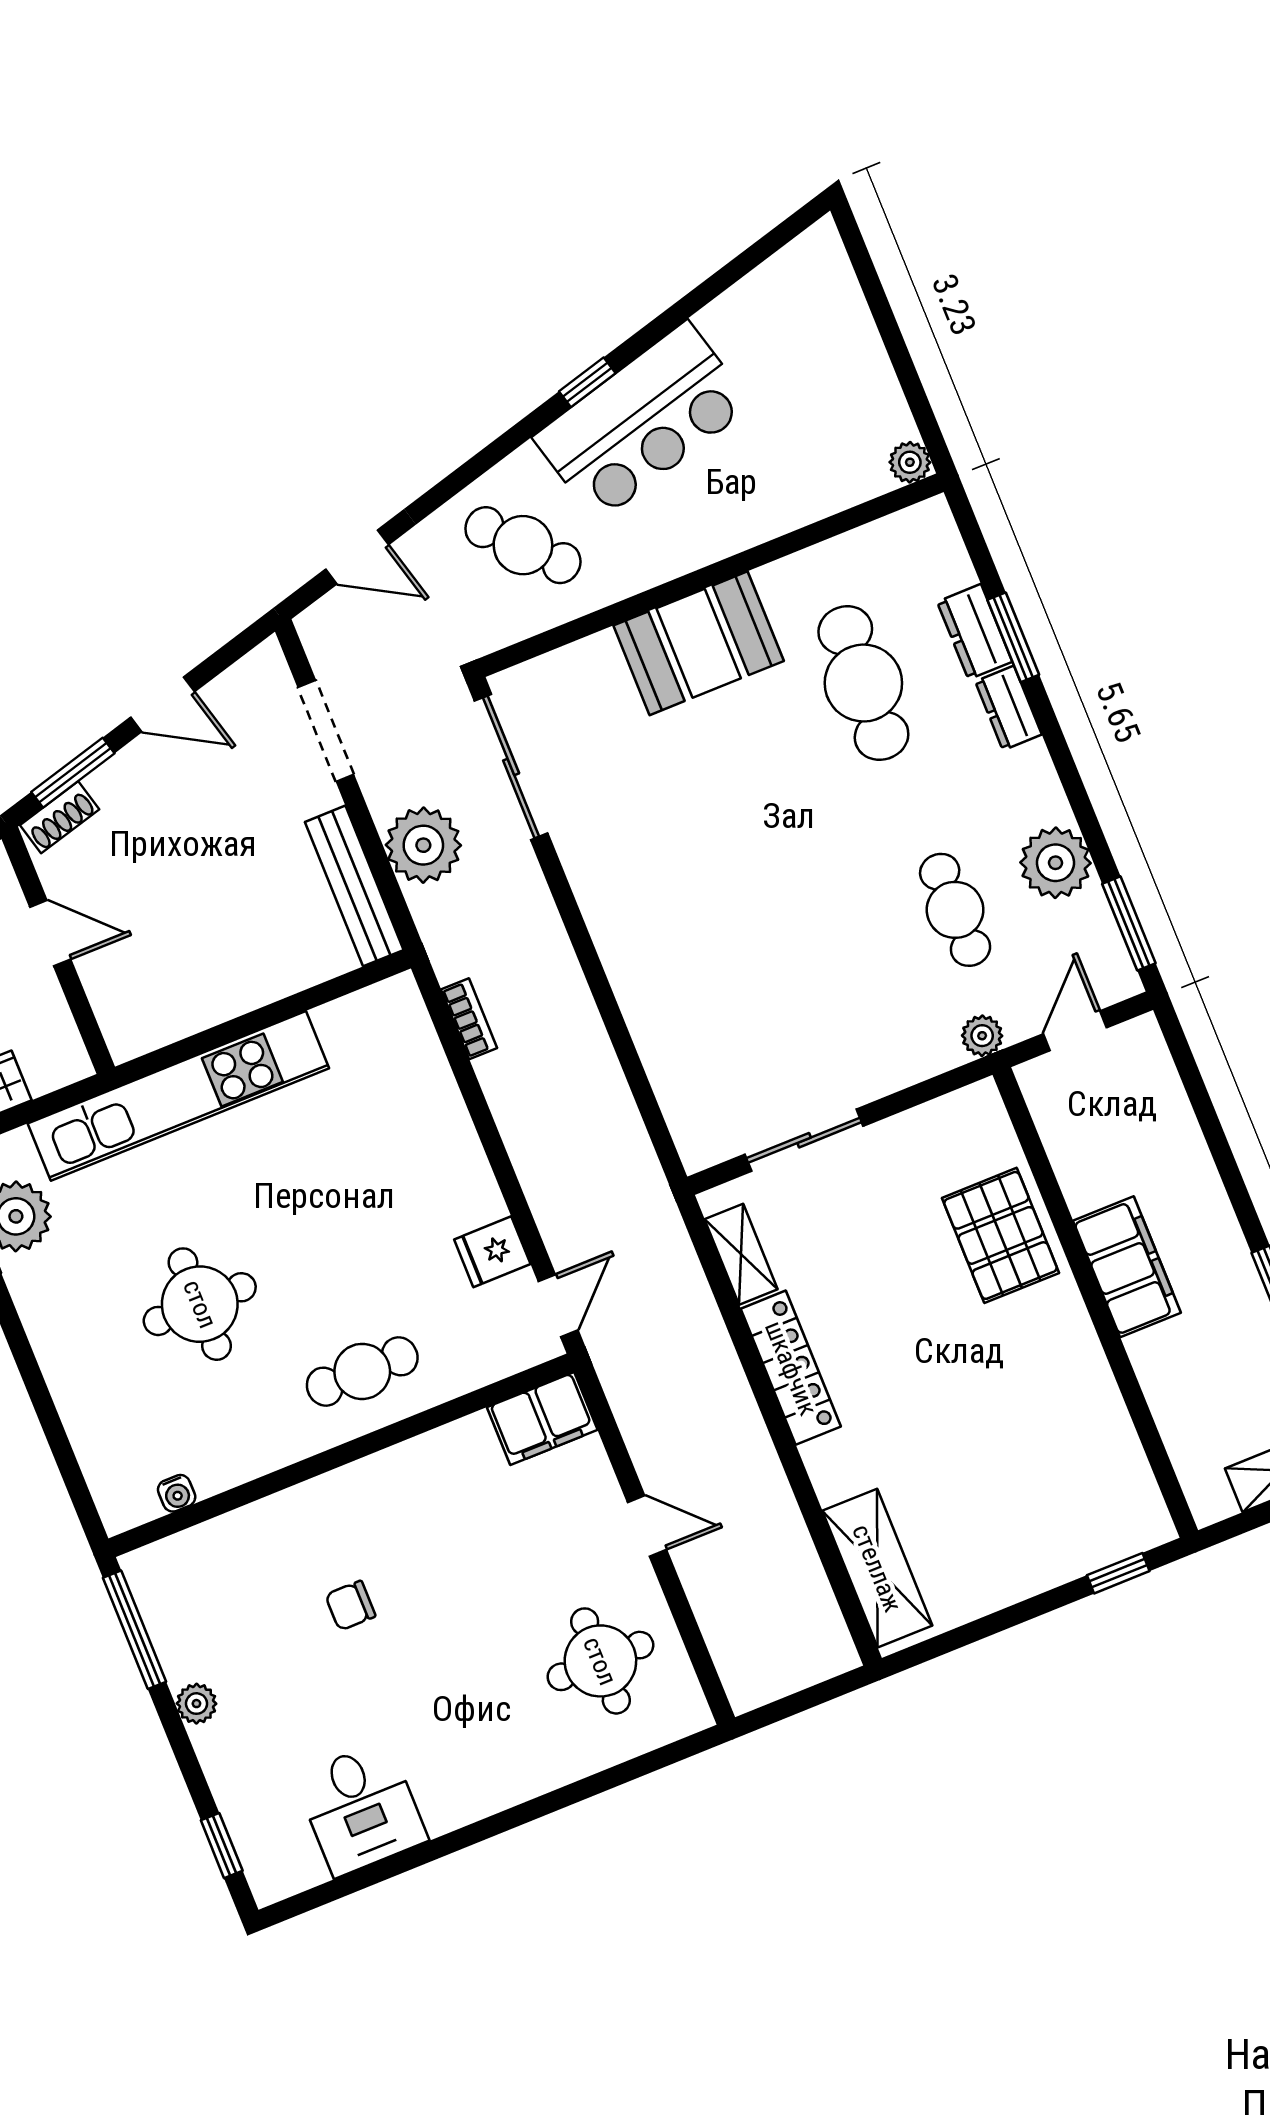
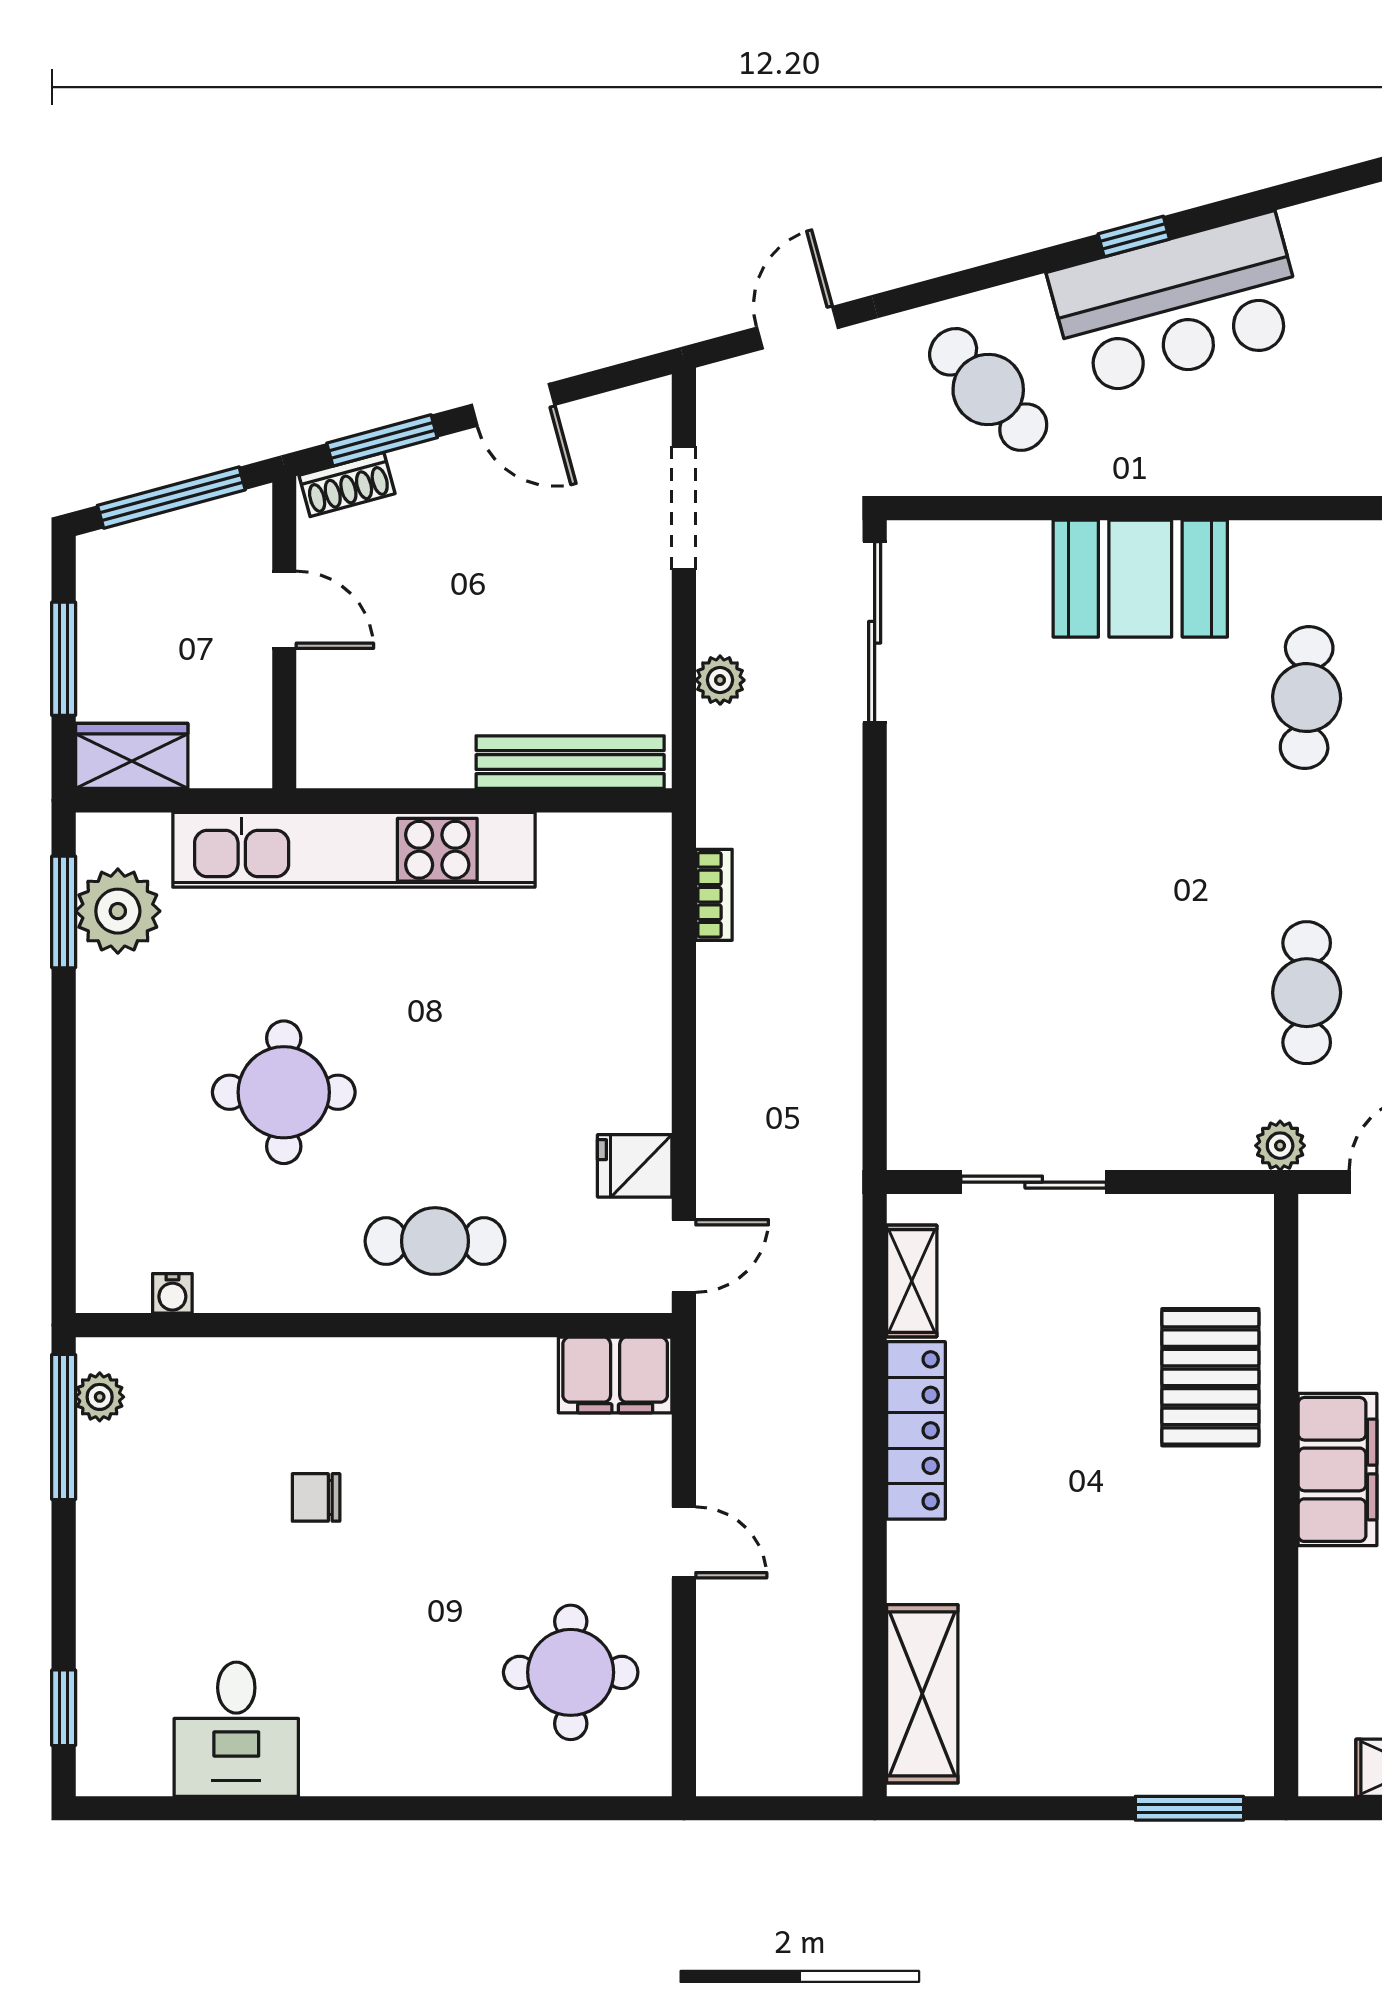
door: (357, 557) -> (797, 328), swing flipped
cafe table: (863, 683) -> (1307, 698), width x0.73, depth x0.74
plant: (423, 845) -> (720, 680), width x0.53, depth x0.53
bench: (354, 886) -> (570, 762), moved, turned 90
window: (1118, 1573) -> (1189, 1808), width x1.50
plant: (196, 1704) -> (100, 1397), moved

